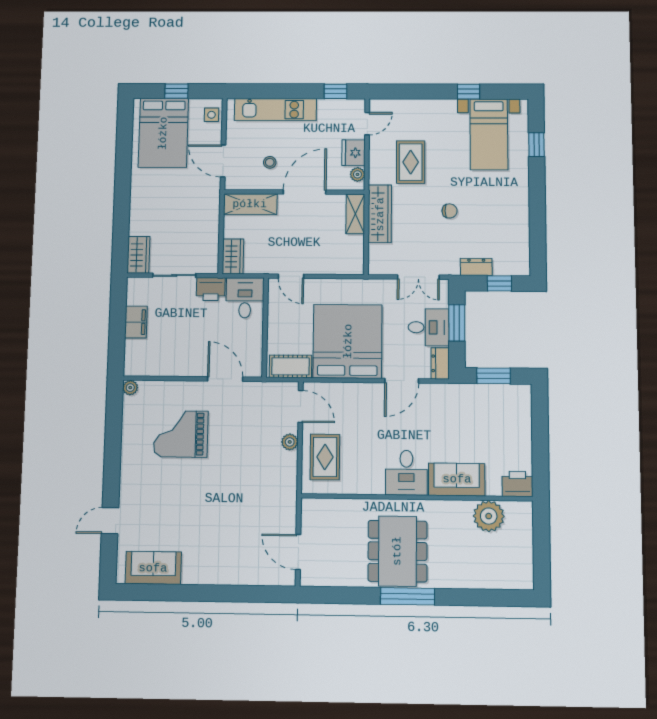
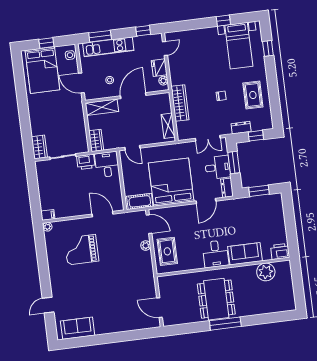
window: (265, 91) -> (100, 36), added
rug: (411, 162) -> (253, 95), moved
shelving: (355, 214) -> (168, 126), moved
filing cabinet: (136, 322) -> (48, 215), moved, width x0.50

